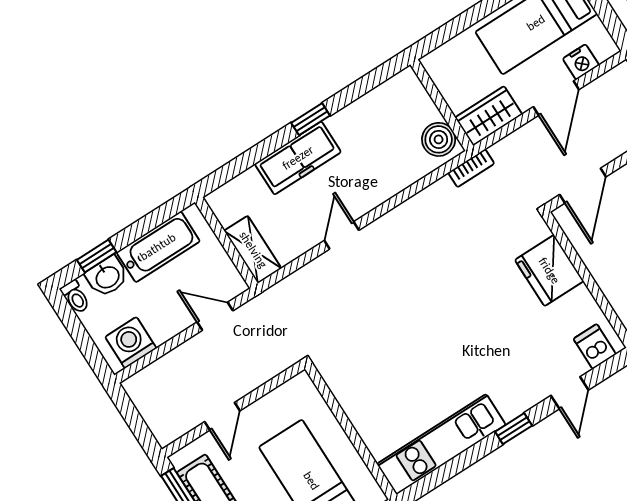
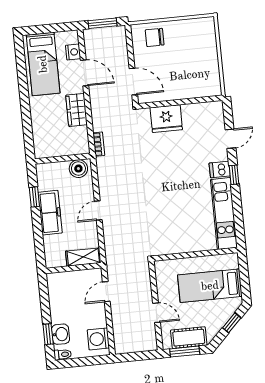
wall: (442, 105) -> (63, 159), moved
boiler: (439, 139) -> (78, 169), moved
bookcase: (471, 168) -> (99, 144), moved
door: (342, 235) -> (98, 211), hinge flipped
bathtub: (158, 247) -> (59, 302), removed
dishwasher: (595, 347) -> (220, 170), moved
door: (570, 393) -> (230, 139), hinge flipped

